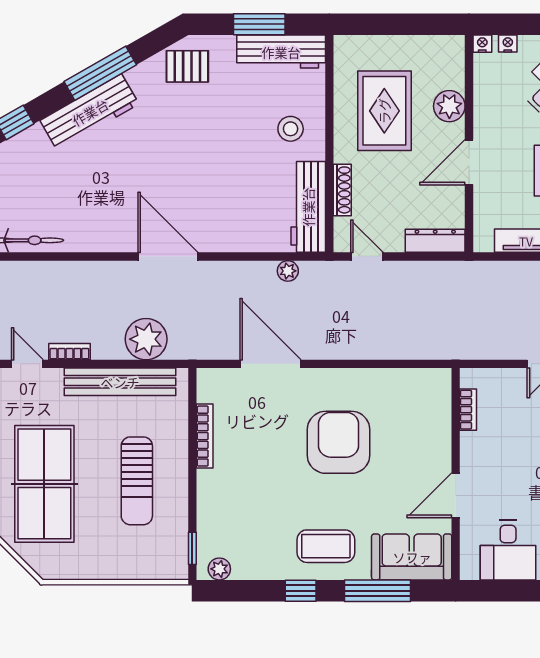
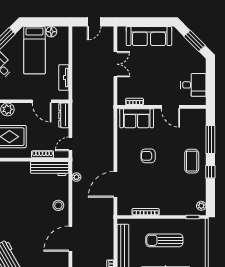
stool: (291, 129) -> (58, 205), moved
door: (469, 162) -> (42, 101), moved
door: (168, 256) -> (70, 239), moved
plant: (146, 339) -> (105, 236), removed
armchair: (339, 442) -> (148, 156), width x0.53, depth x0.53
sun lounger: (137, 481) -> (164, 240), turned 180
sofa: (412, 557) -> (137, 118), moved, turned -90

